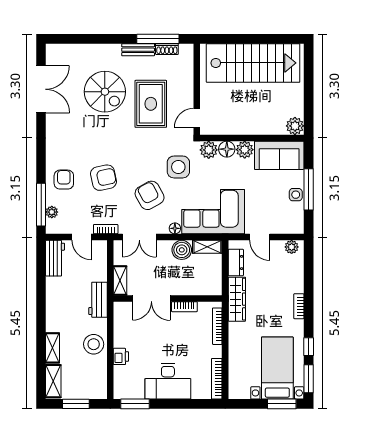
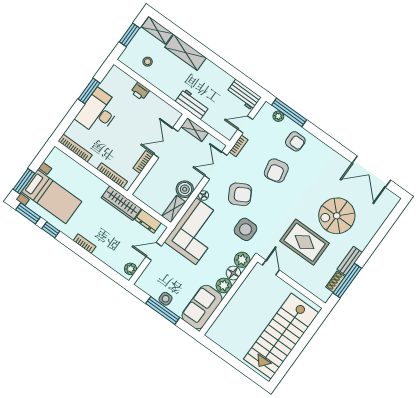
plant: (295, 126) -> (215, 333), removed
stool: (94, 344) -> (148, 62), moved, width x0.53, depth x0.53
shelving: (53, 348) -> (185, 53), width x1.50, depth x1.33
window: (135, 404) -> (89, 91), moved

